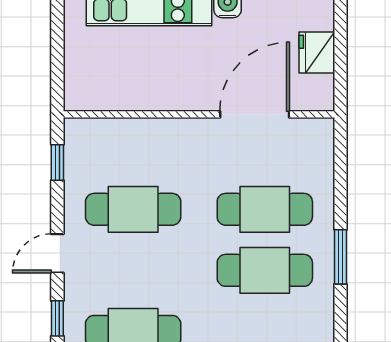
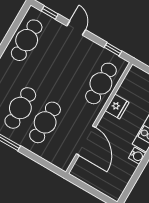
fridge: (317, 53) -> (117, 107), moved, turned 90
cafe table: (133, 209) -> (101, 83), moved

